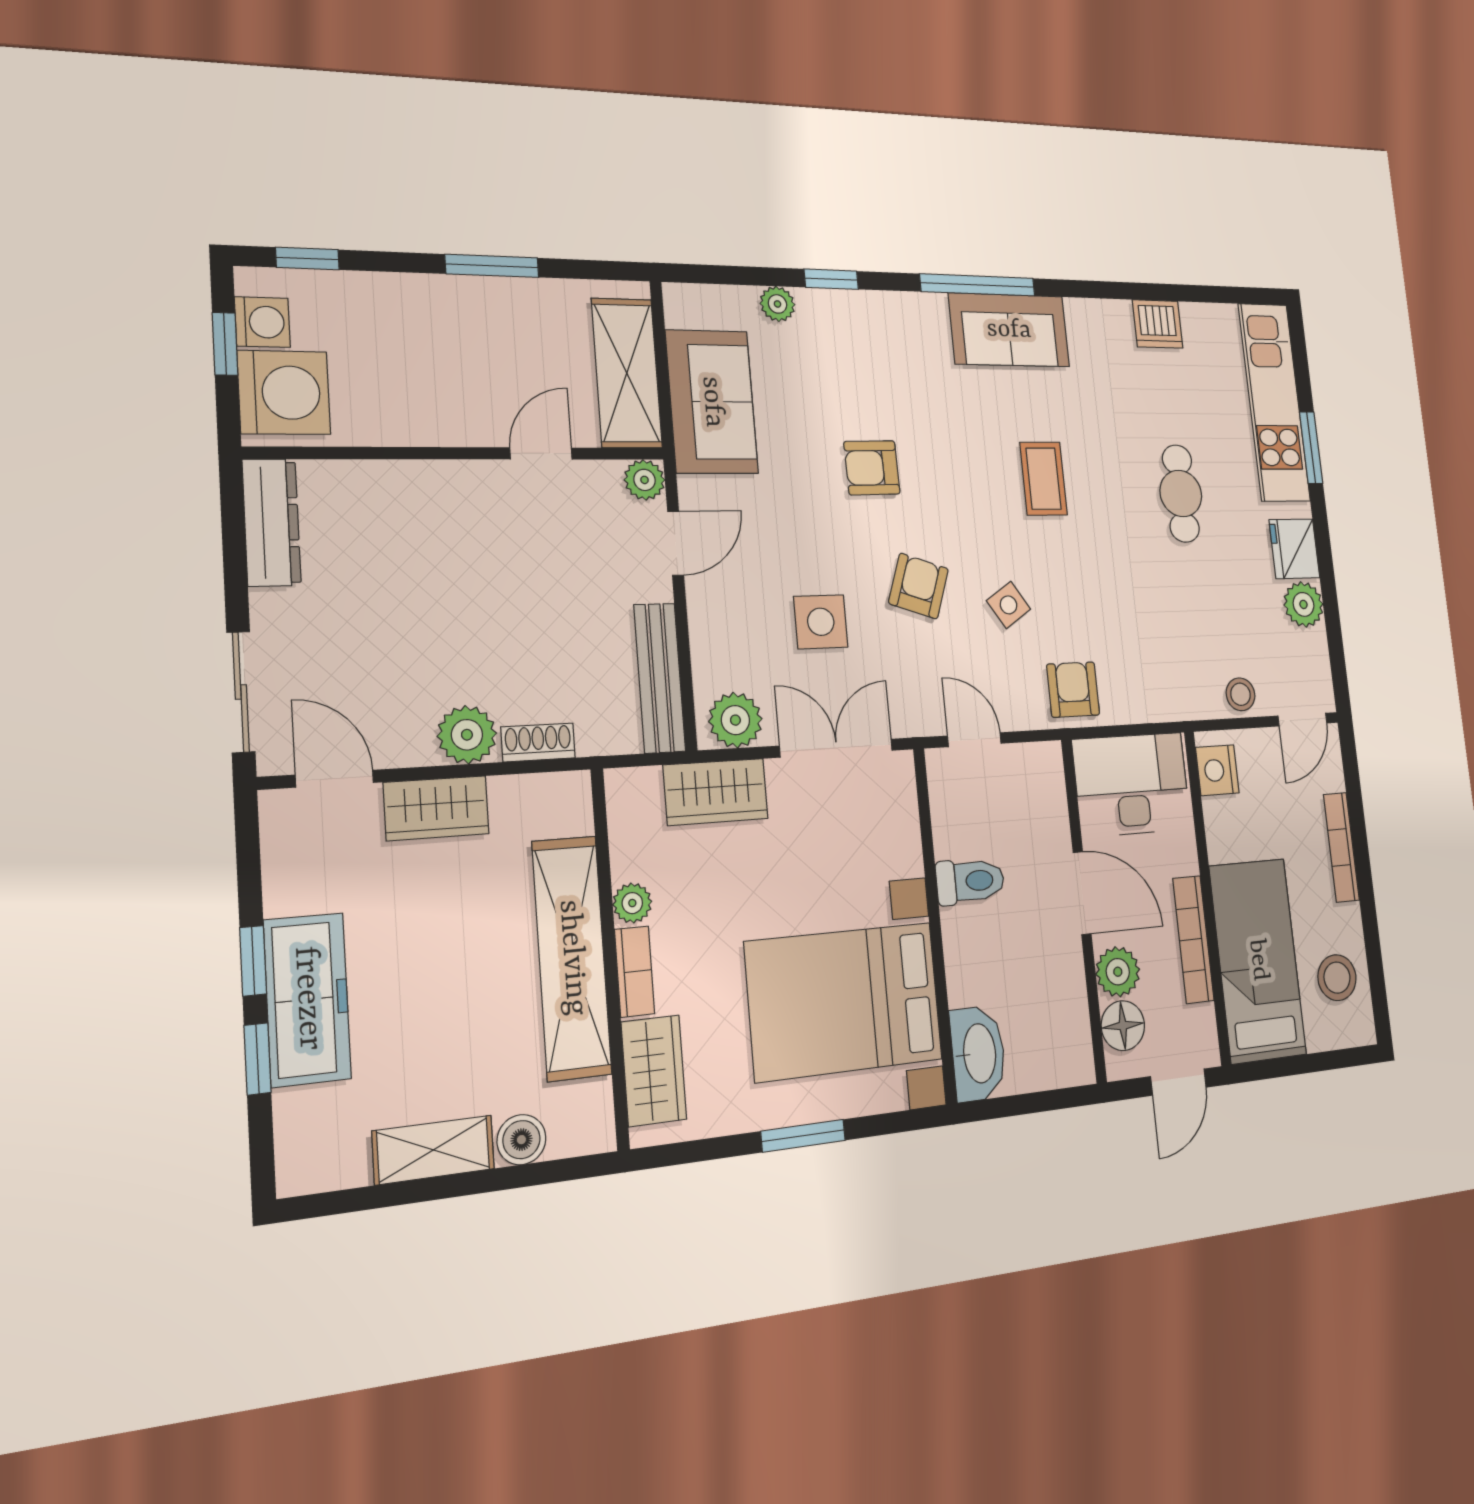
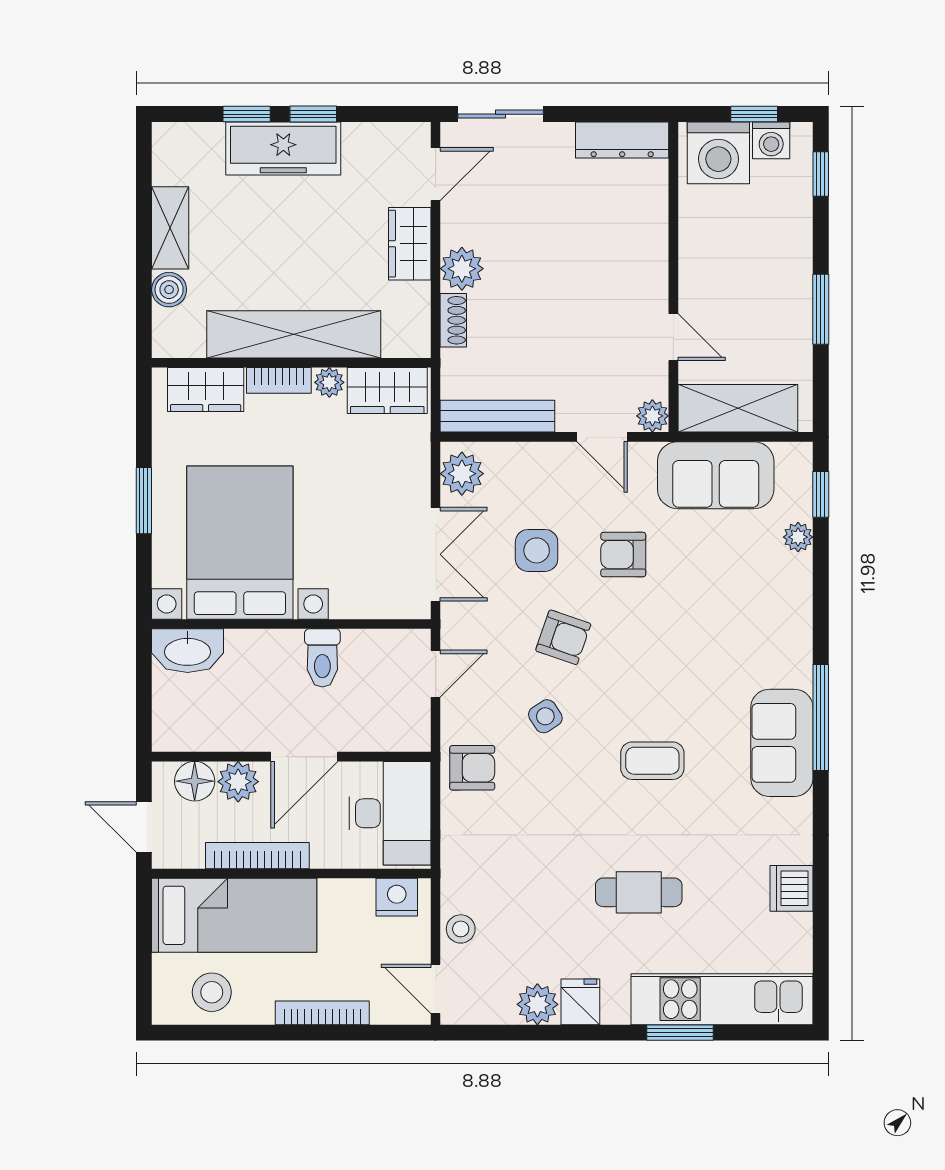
window: (831, 279) -> (821, 494), moved
armchair: (872, 468) -> (623, 555), moved, turned -89
fridge: (1294, 549) -> (580, 1002), width x0.72
wardrobe: (716, 792) -> (387, 391), moved, turned -90

